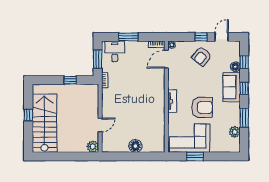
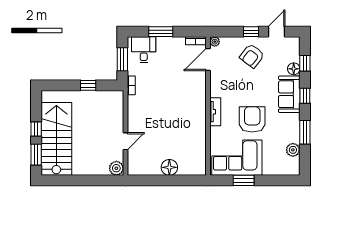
armchair: (202, 107) -> (252, 119), turned -90
window: (28, 136) -> (36, 155), added

